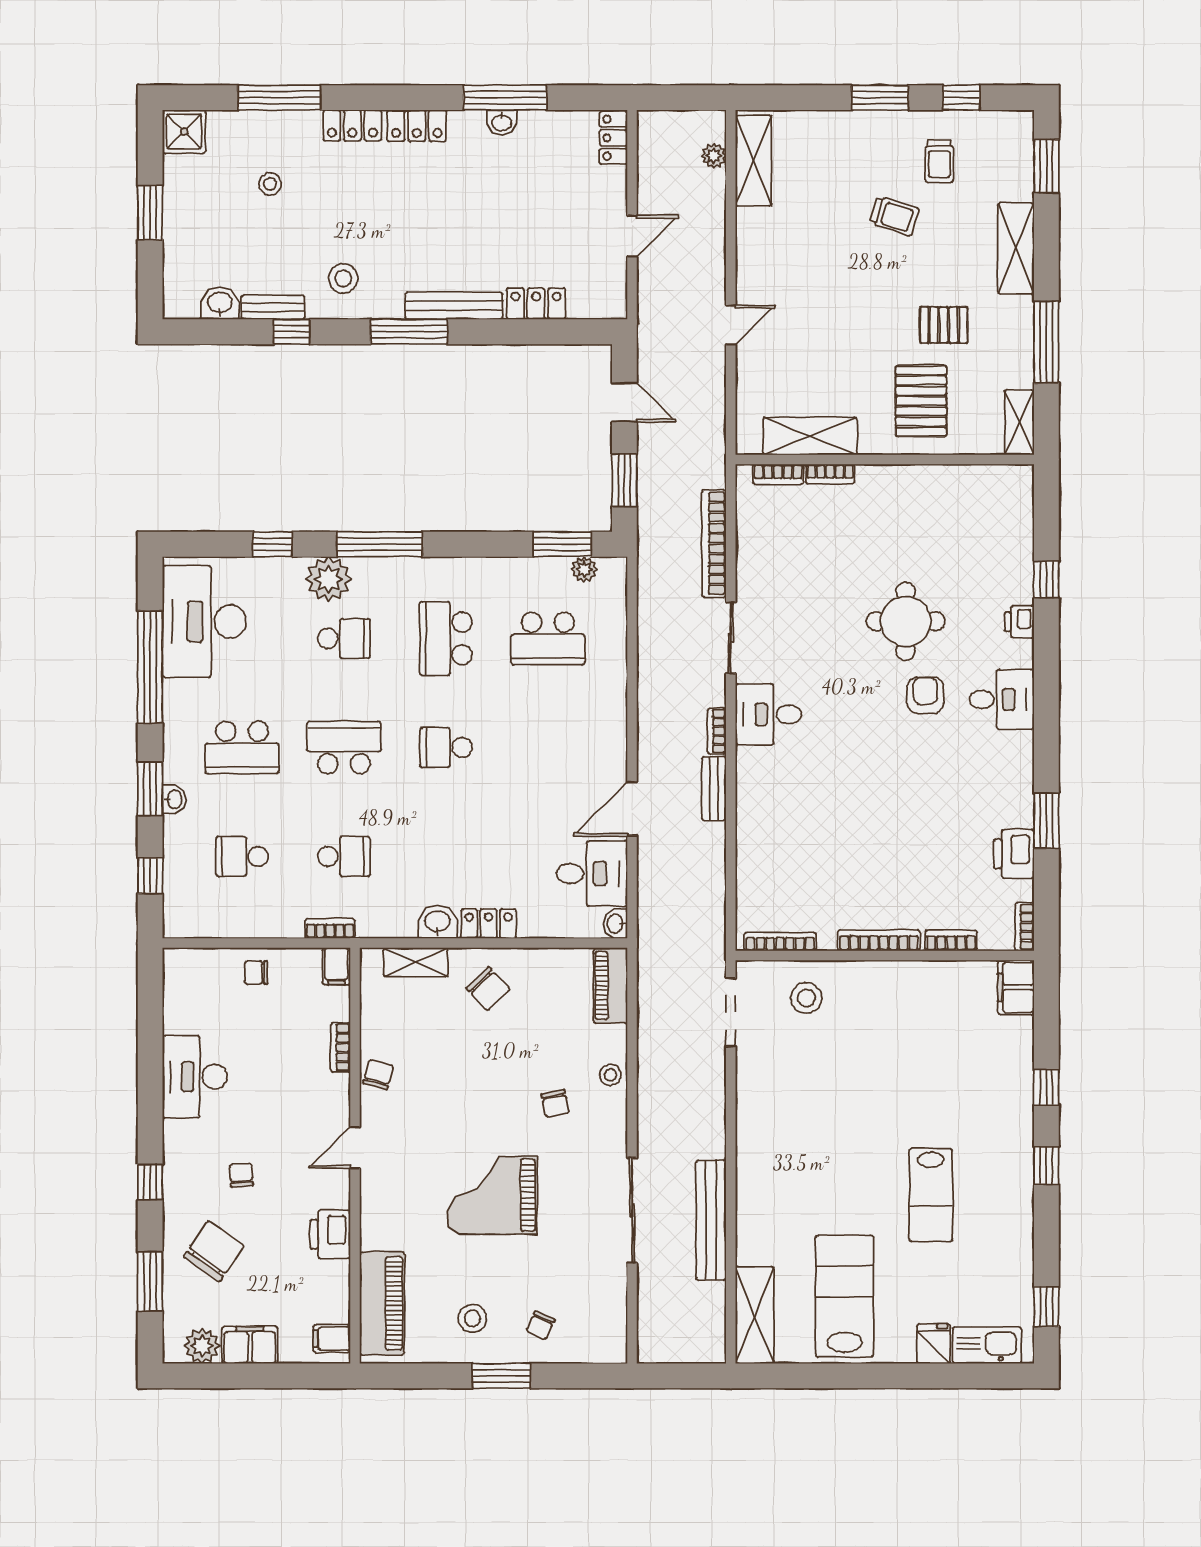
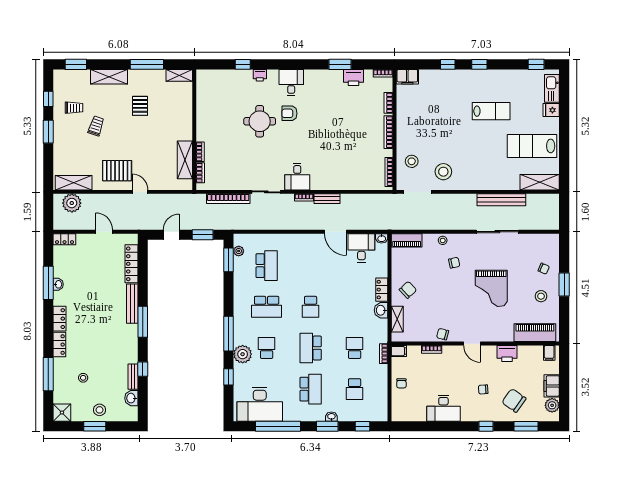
plant: (714, 156) -> (72, 203), width x1.87, depth x1.87
stool: (343, 279) -> (100, 410), moved
locker: (536, 304) -> (131, 264), width x1.53
pallet: (921, 401) -> (117, 171), moved
stool: (781, 1077) -> (443, 172), added

